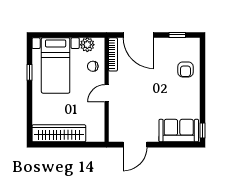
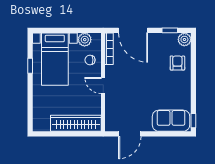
plant: (193, 45) -> (184, 39), added
armchair: (185, 69) -> (177, 63), turned 180
door: (107, 93) -> (103, 86), hinge flipped
wardrobe: (59, 133) -> (76, 123), moved

